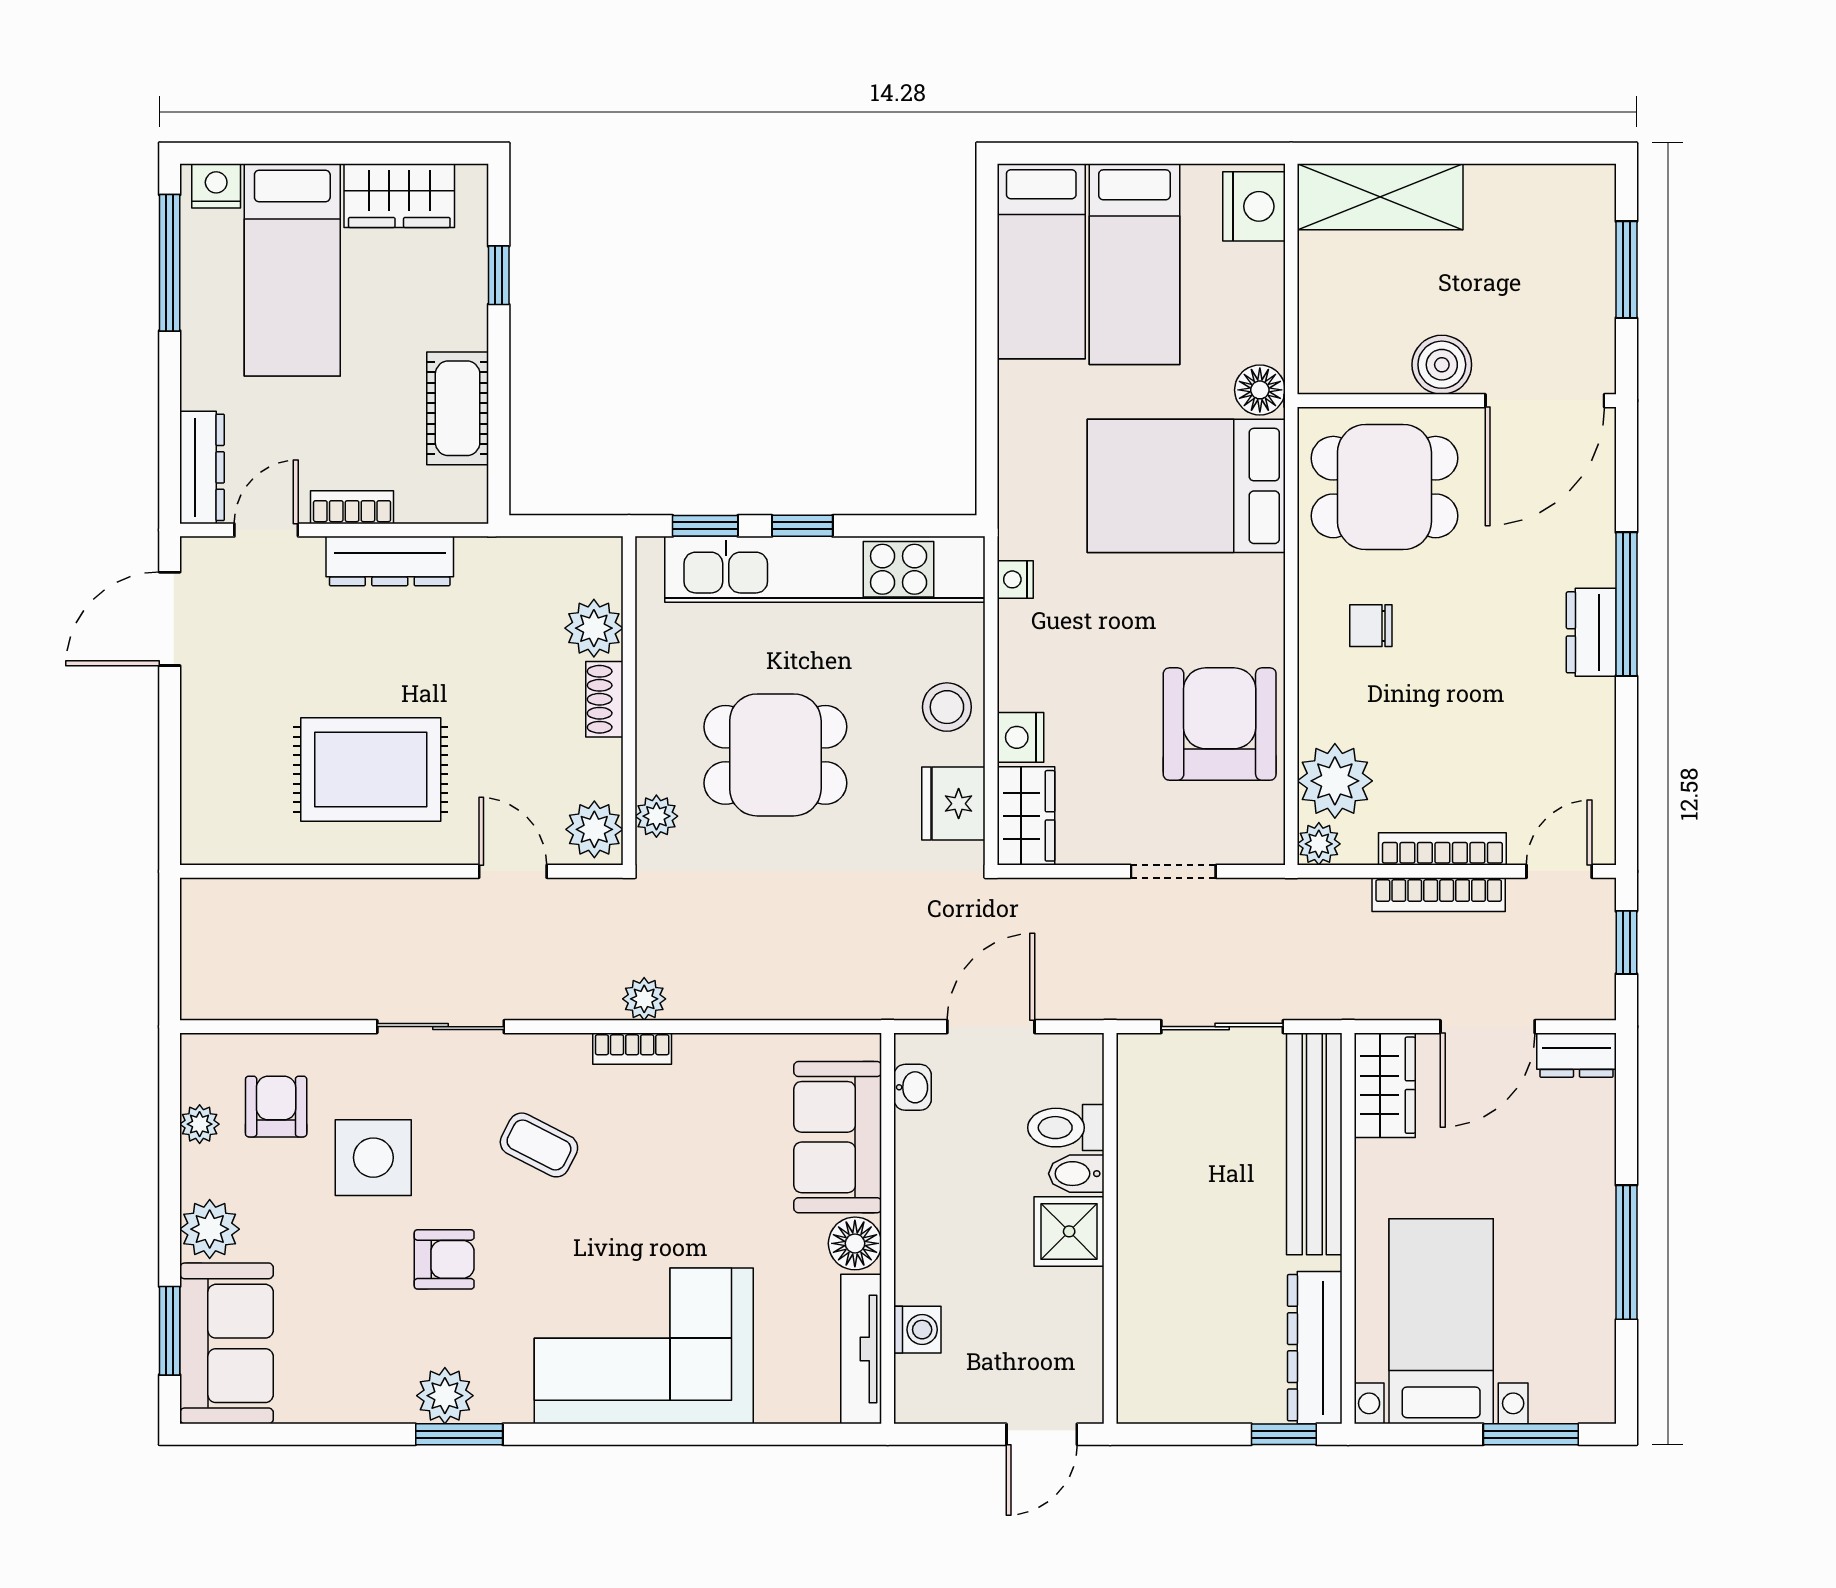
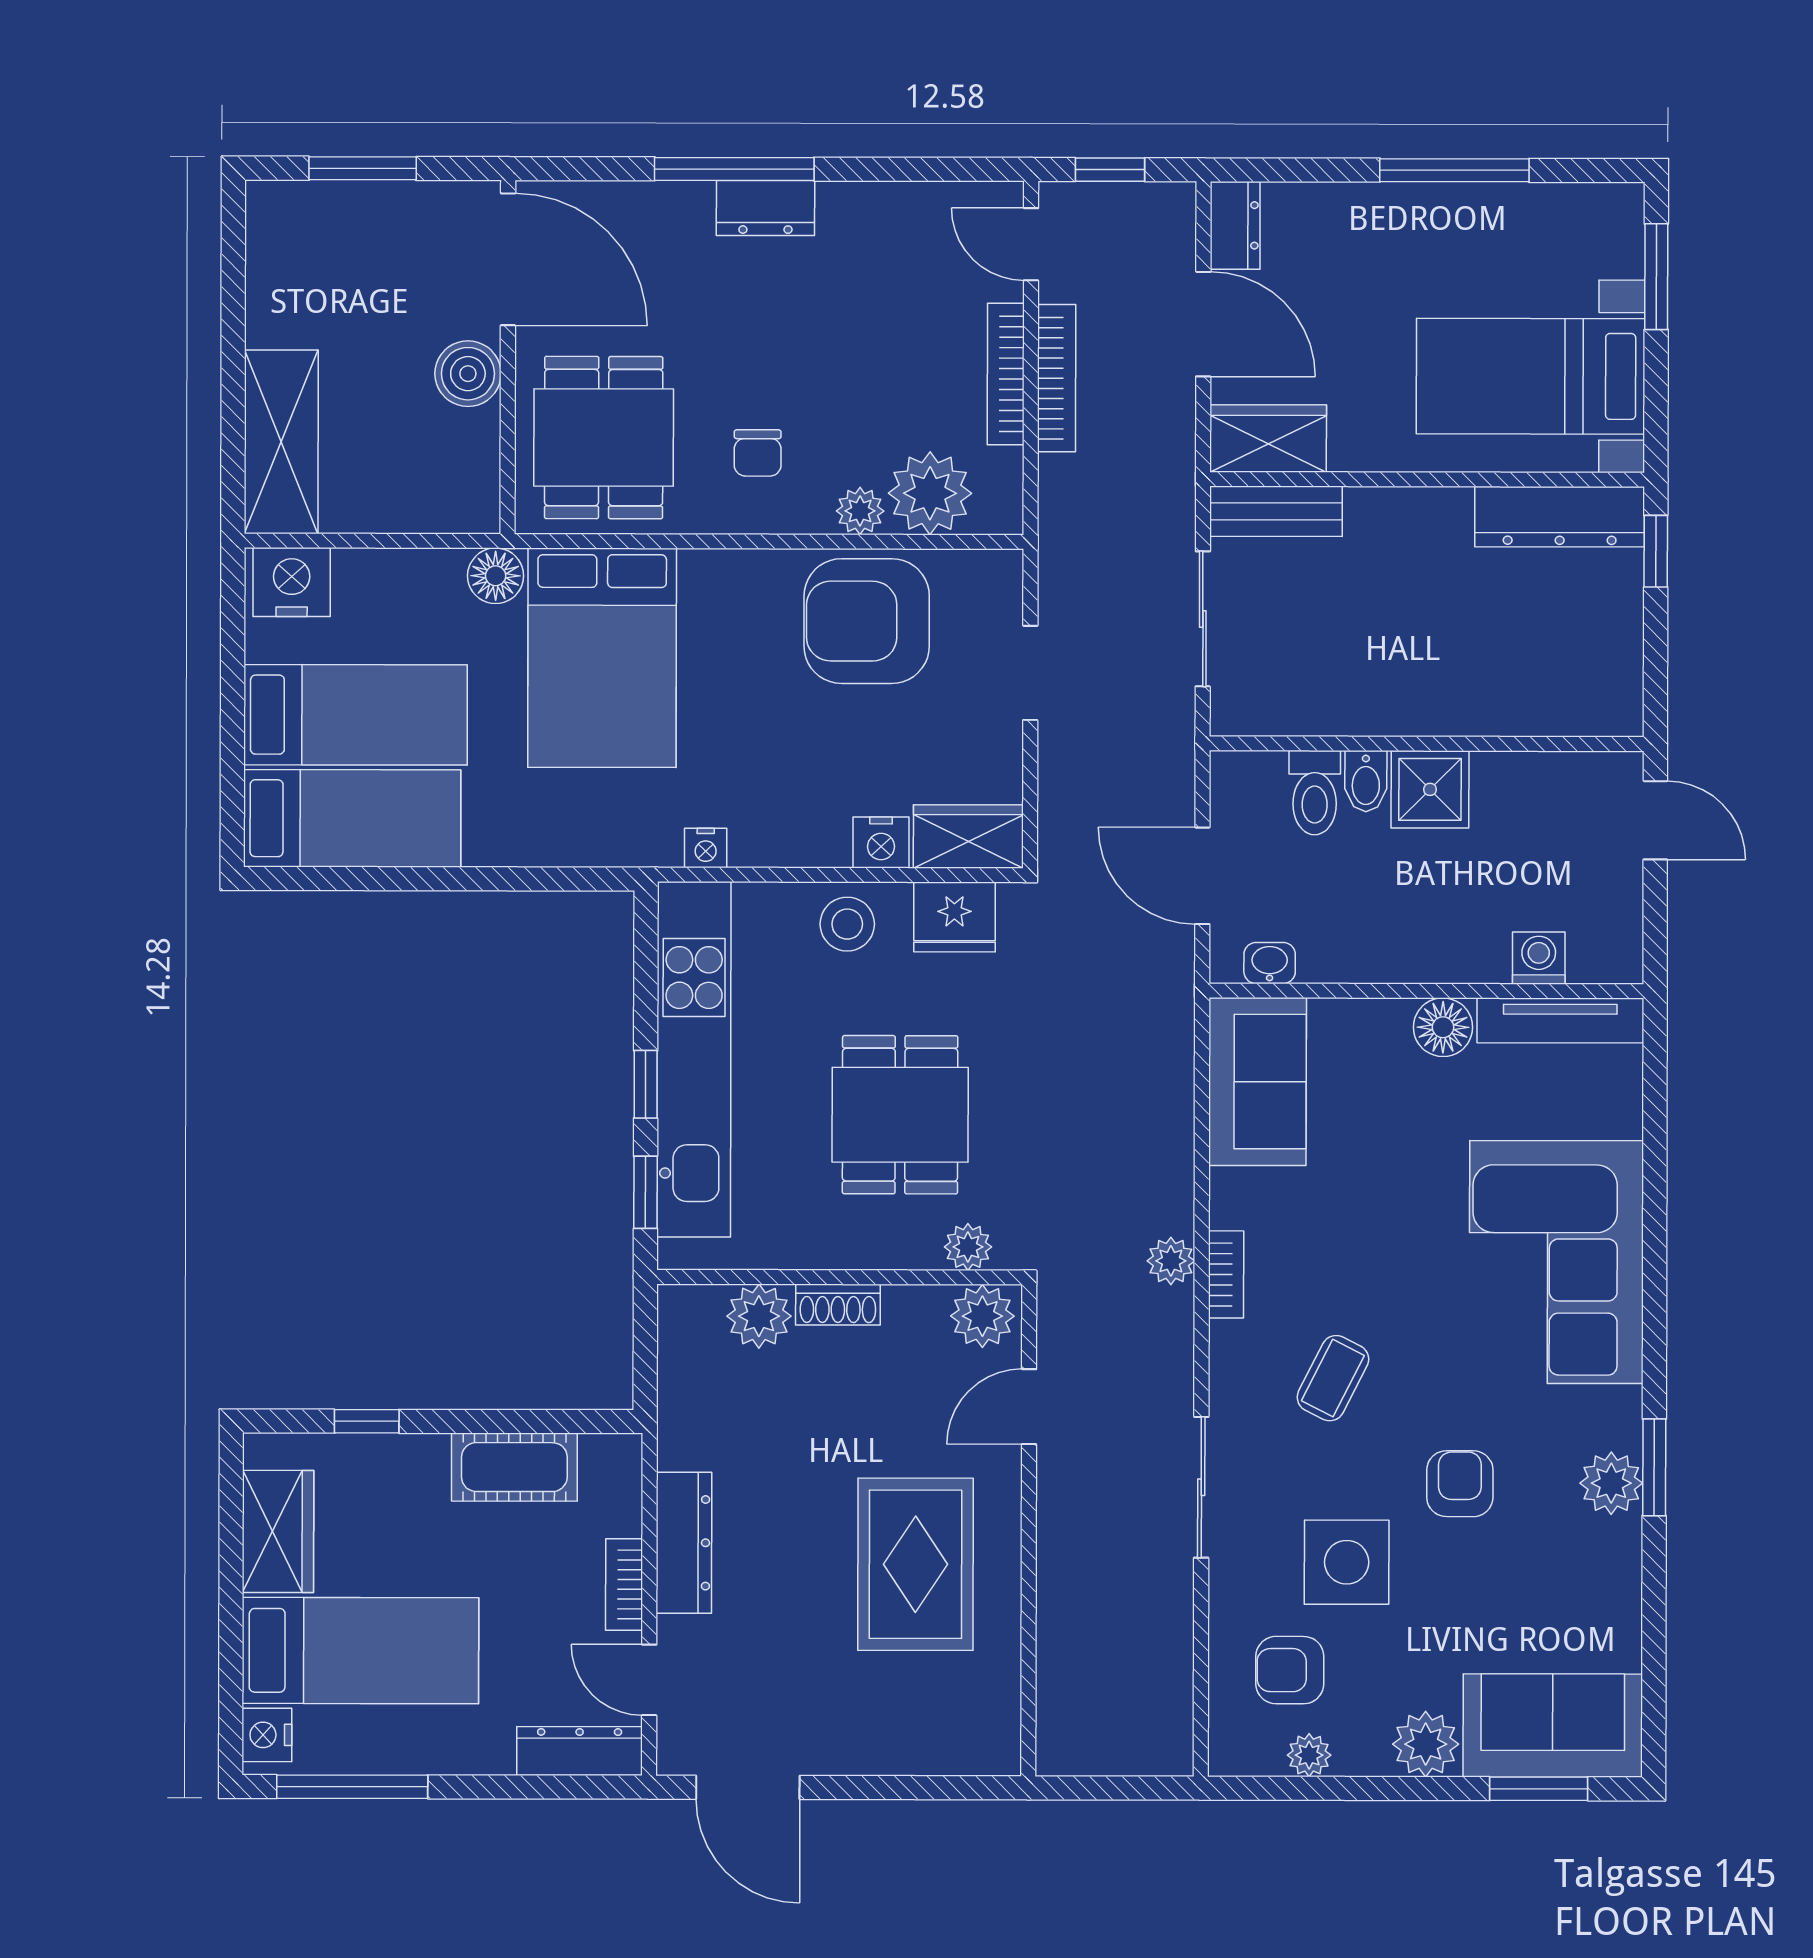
plant: (1319, 844) -> (860, 511), moved
sofa: (838, 1137) -> (1257, 1082), moved, turned -90
bench: (1314, 1144) -> (1276, 511), width x0.54, depth x0.82

